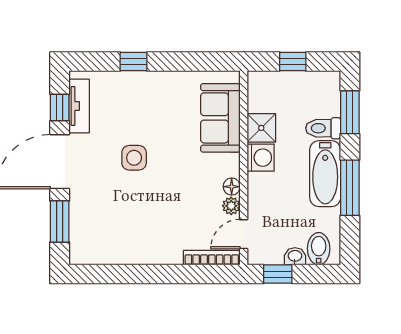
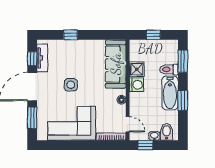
sofa: (220, 118) -> (116, 64), width x1.36
window: (350, 188) -> (183, 100), width x0.69
plant: (231, 206) -> (121, 110), removed
corner sofa: (136, 232) -> (72, 123), added
door: (244, 234) -> (128, 124), swing flipped

